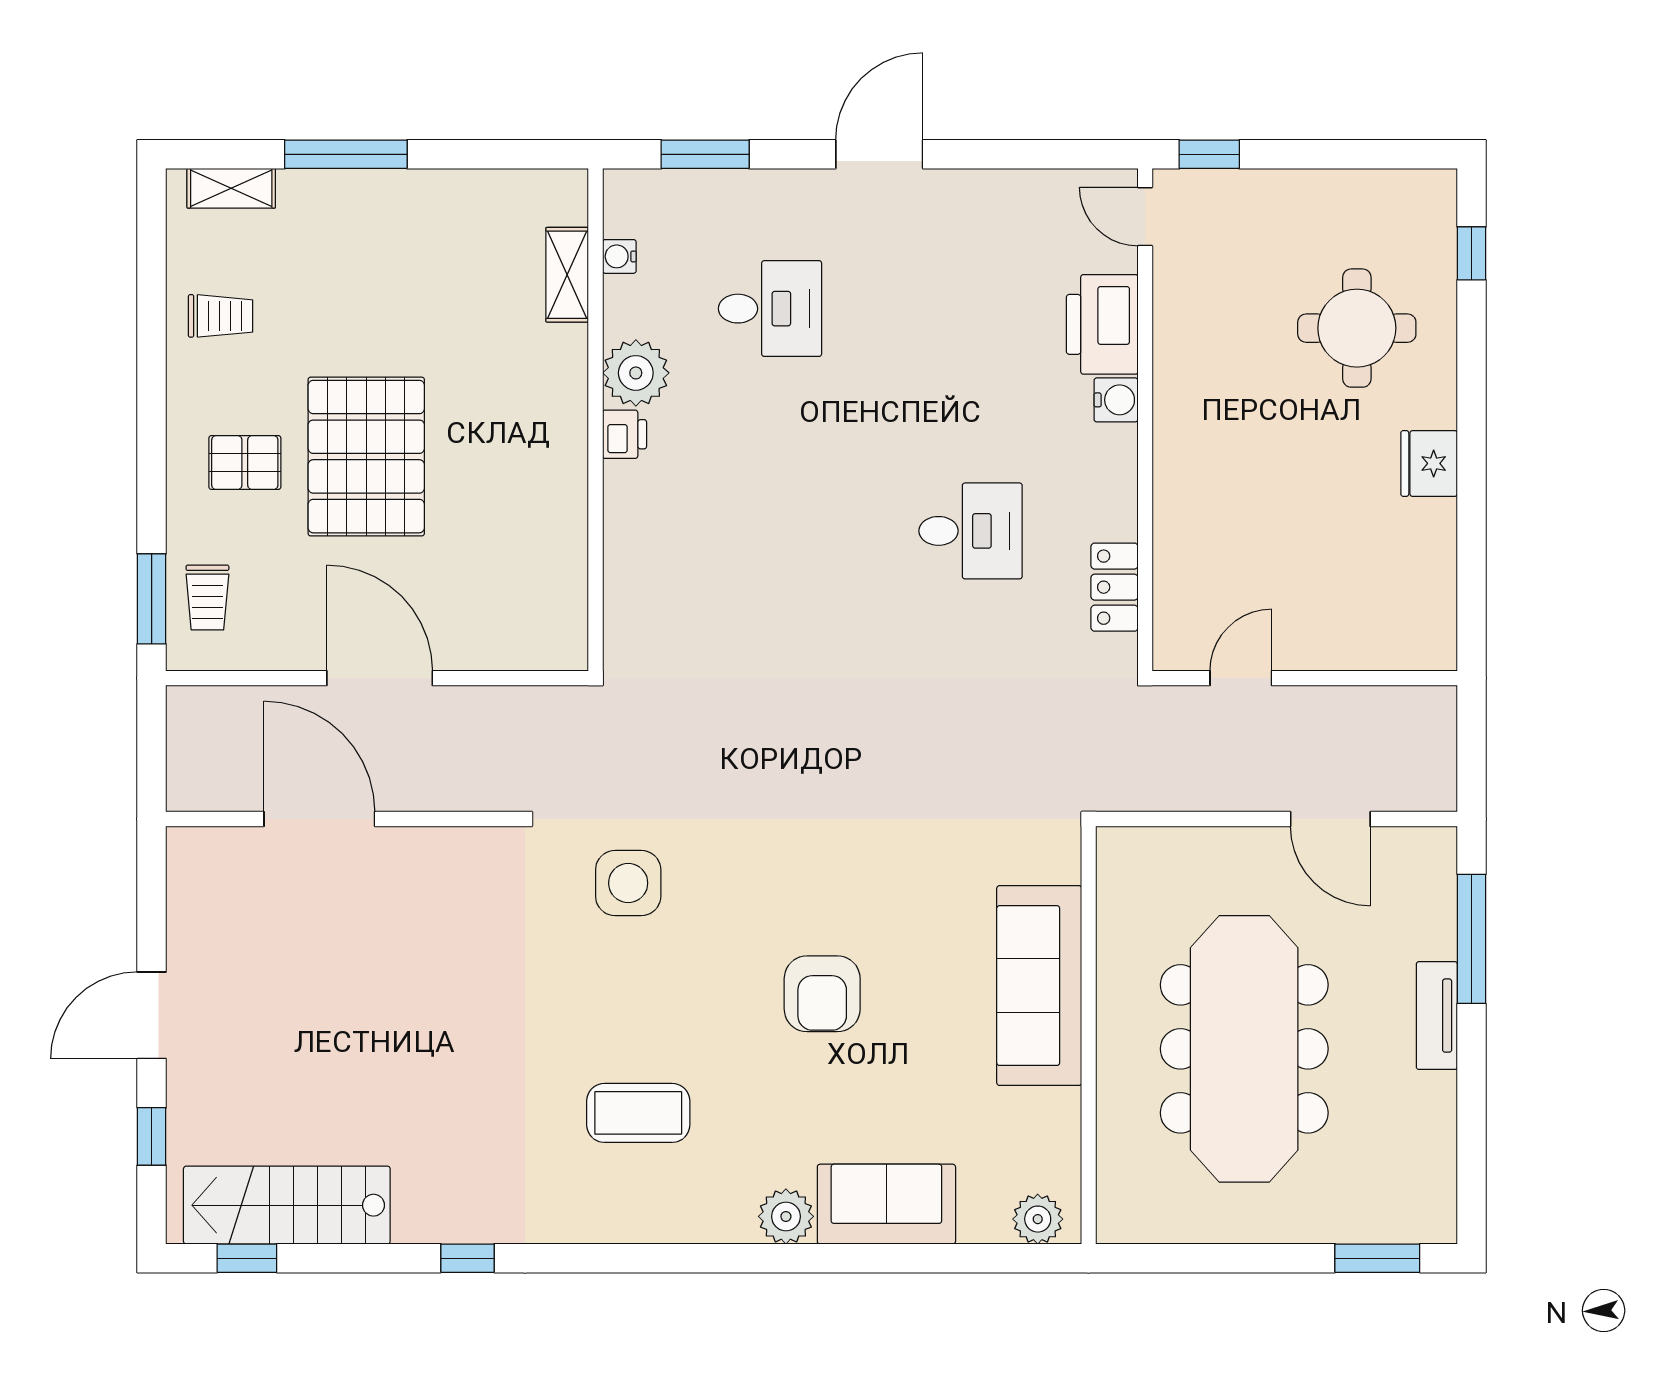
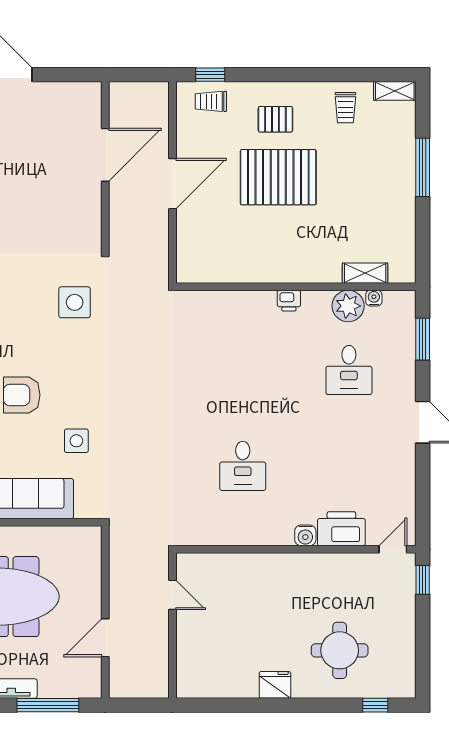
shelving: (231, 188) -> (395, 91), moved, turned 90
plant: (636, 373) -> (348, 306), moved
pallet: (245, 463) -> (275, 119), turned 90
locker: (1114, 587) -> (216, 535), removed
window: (152, 599) -> (210, 75), width x0.67
side table: (918, 879) -> (76, 441), added

